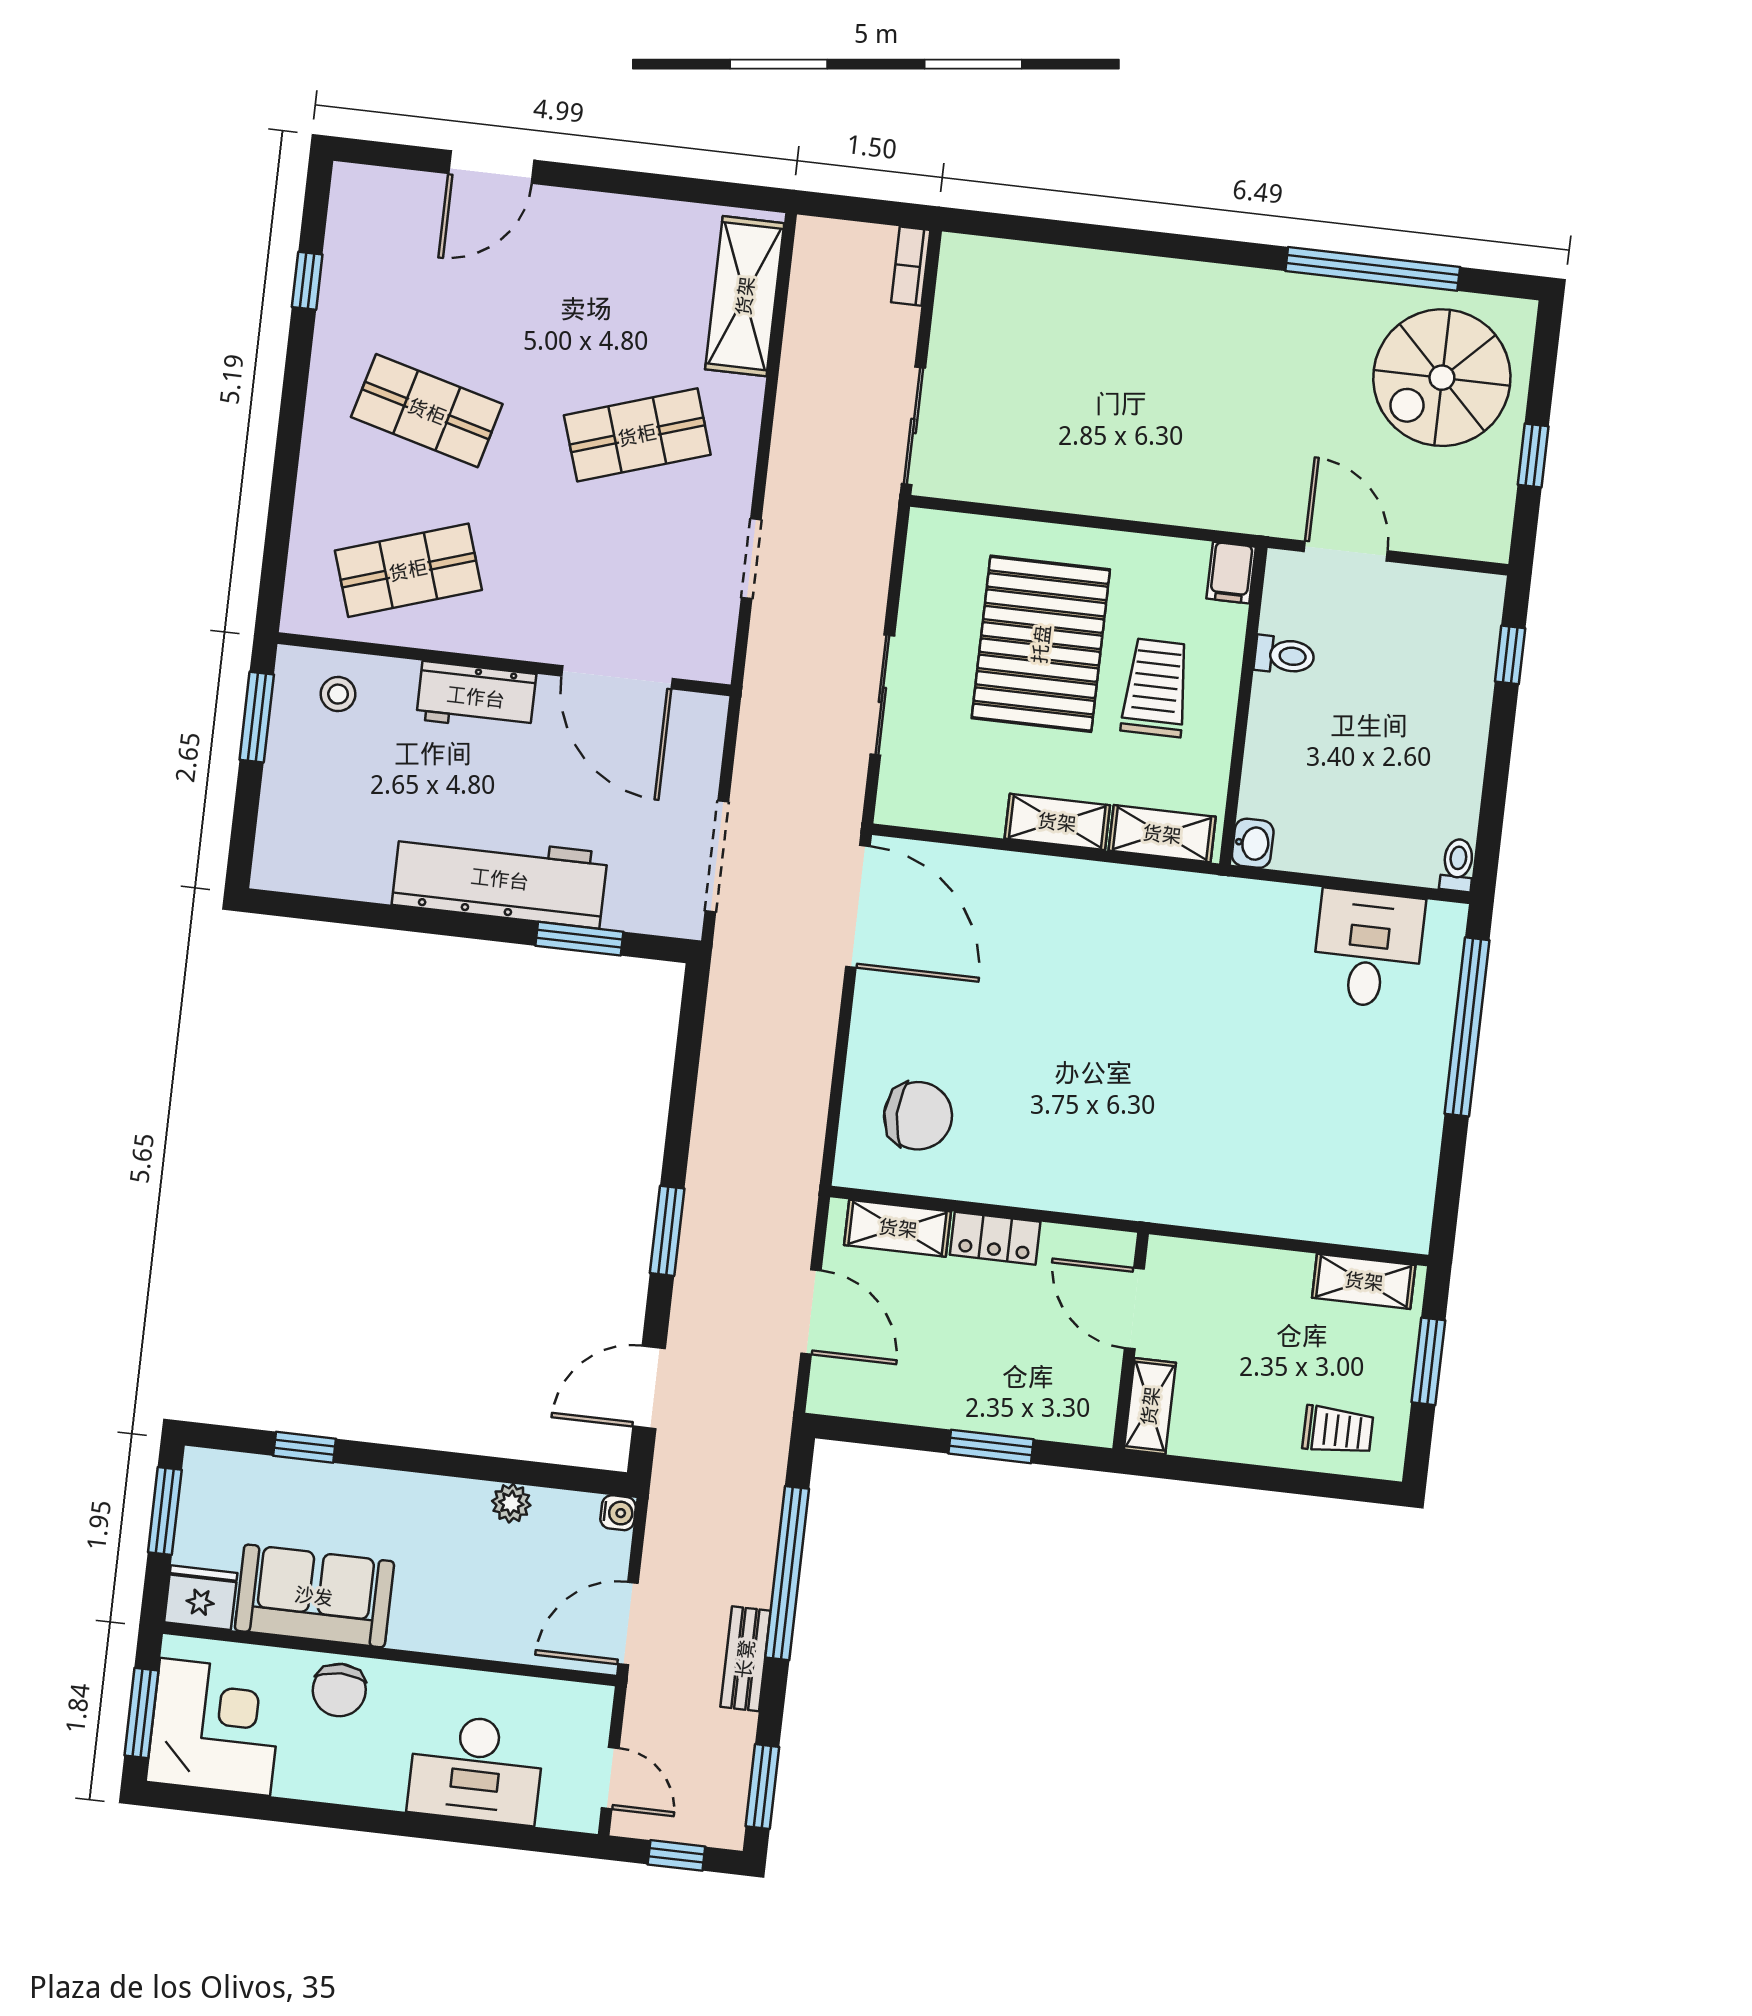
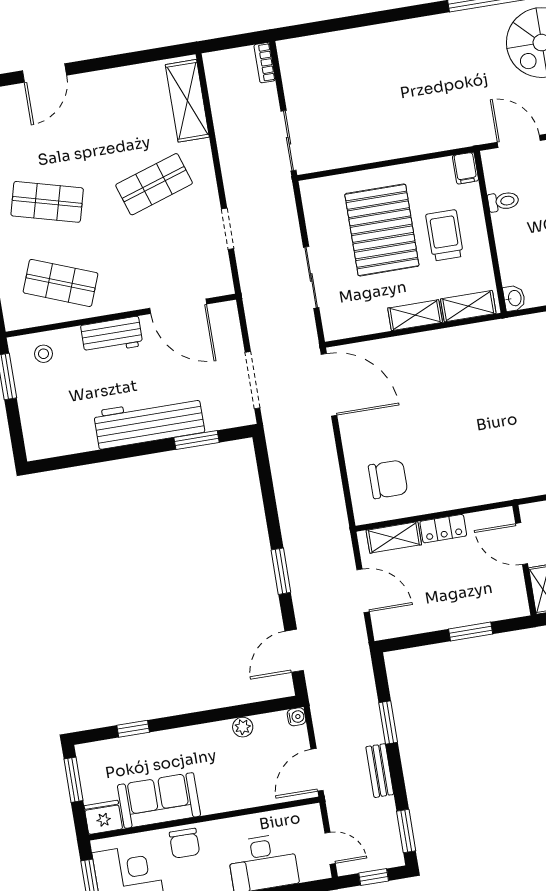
shop shelf: (408, 570) -> (61, 283), turned 39
window: (787, 1573) -> (388, 723), width x0.47

